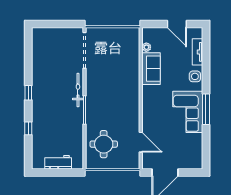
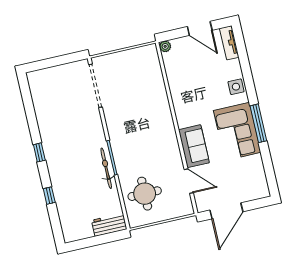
plant: (146, 47) -> (165, 46), moved
tv unit: (197, 52) -> (229, 43), moved
sofa: (151, 69) -> (194, 146), moved
bicycle: (78, 90) -> (106, 168), moved
workbench: (58, 162) -> (109, 225), moved

